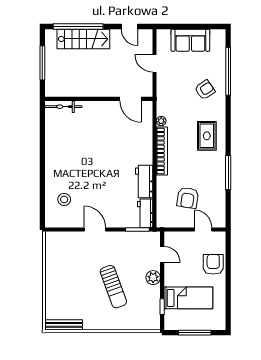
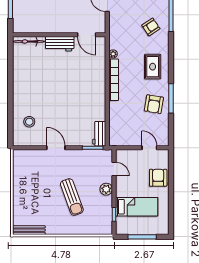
workbench: (144, 182) -> (60, 44), moved, turned -90
armchair: (188, 198) -> (154, 104), moved

